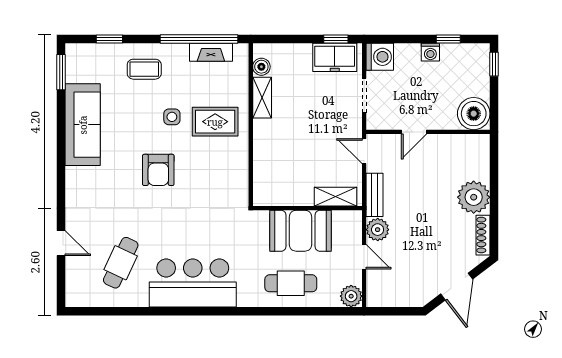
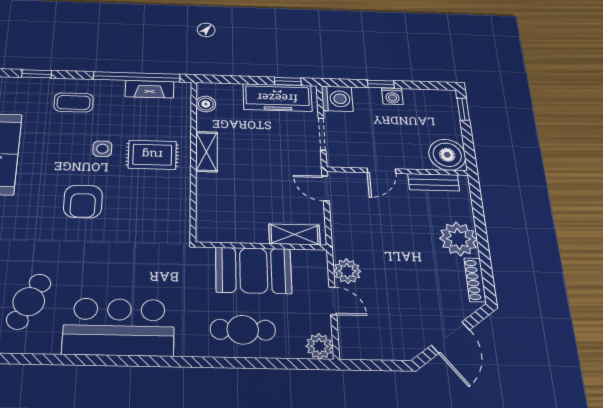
window: (448, 39) -> (381, 84), moved
freezer: (335, 57) -> (277, 98), width x1.40
shelving: (262, 98) -> (206, 152), moved
bench: (374, 195) -> (434, 182), moved, turned 90

